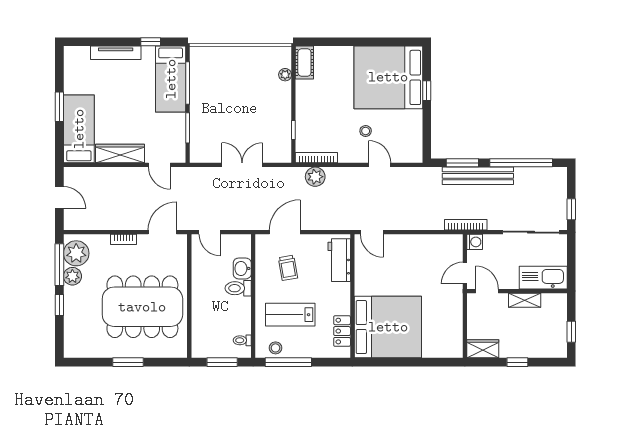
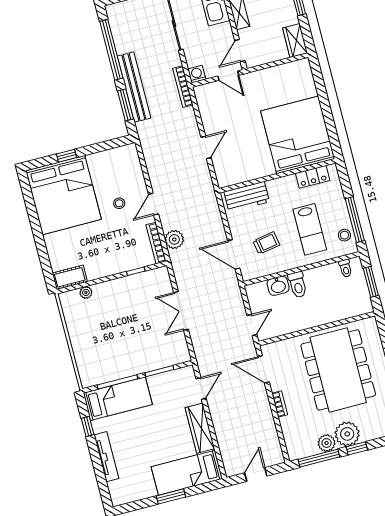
door: (380, 165) -> (153, 204), moved
door: (372, 232) -> (206, 147), moved
plant: (76, 253) -> (347, 434), moved

